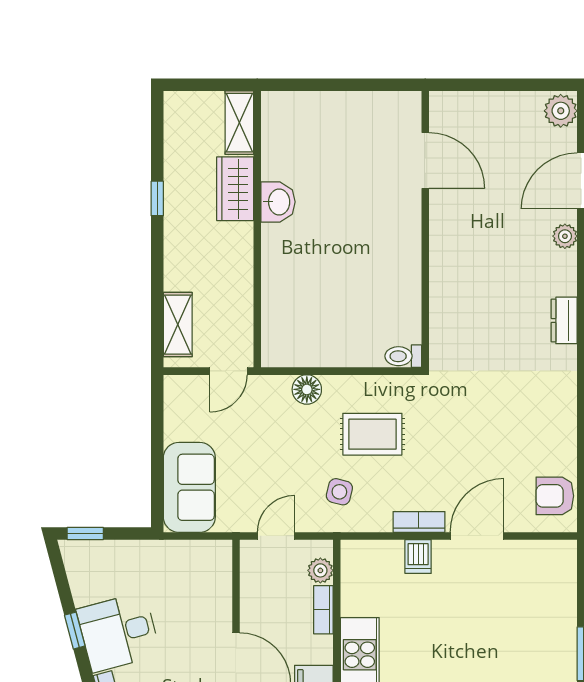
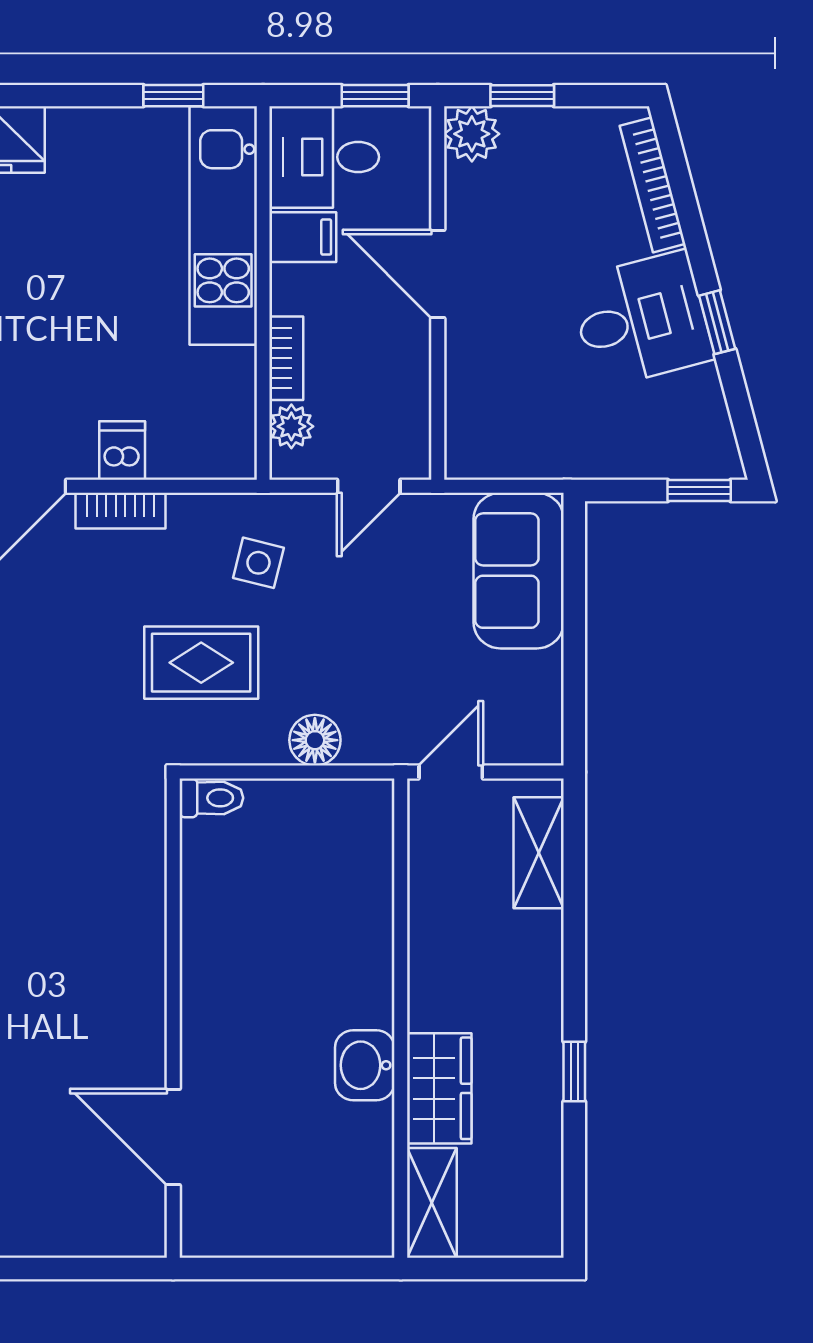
door: (425, 161) -> (173, 1137), moved
wall: (425, 229) -> (173, 1018), moved
toilet: (403, 356) -> (211, 798), moved

